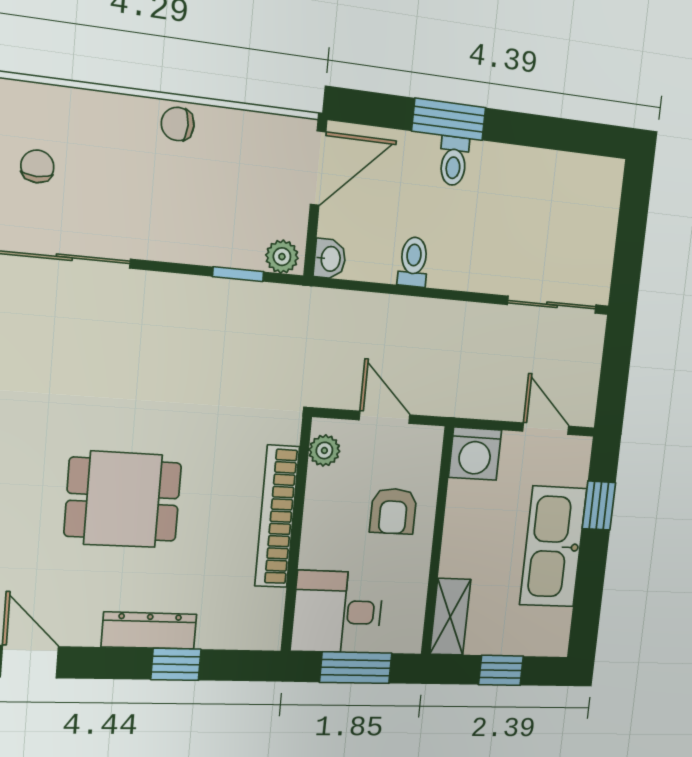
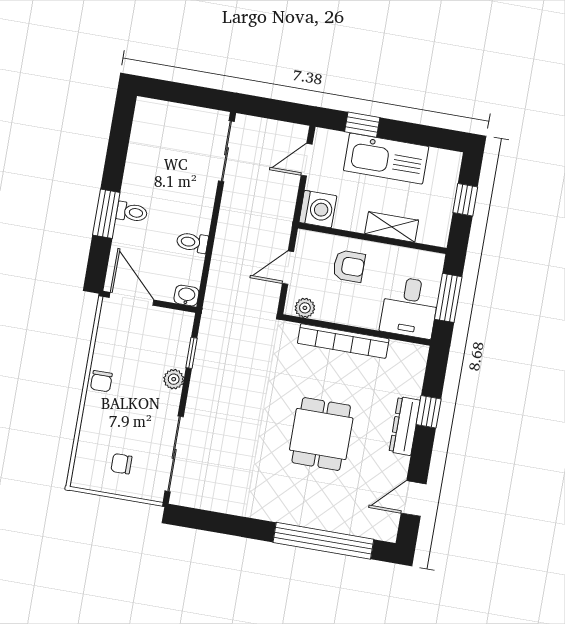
plant: (282, 257) -> (174, 379), moved
shelving: (450, 617) -> (392, 227), moved

